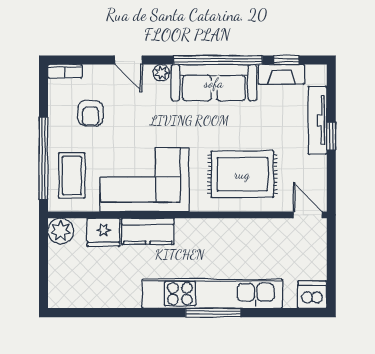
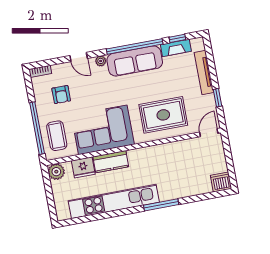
window: (331, 136) -> (217, 98), moved
door: (308, 215) -> (209, 133), hinge flipped
kitchen unit: (212, 294) -> (114, 201), moved

